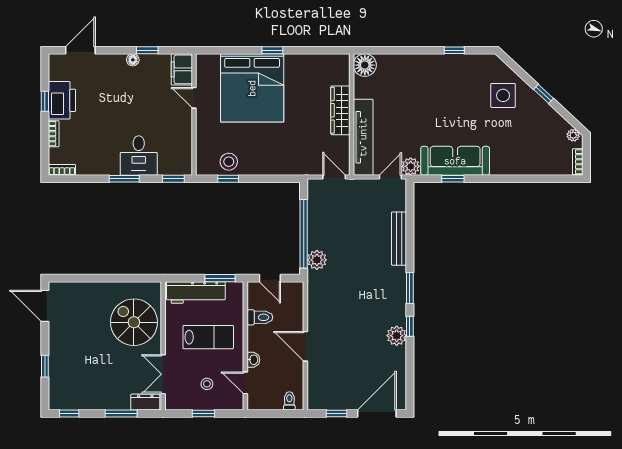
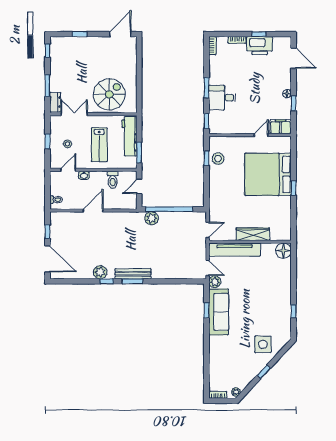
bench: (399, 239) -> (133, 274), moved

